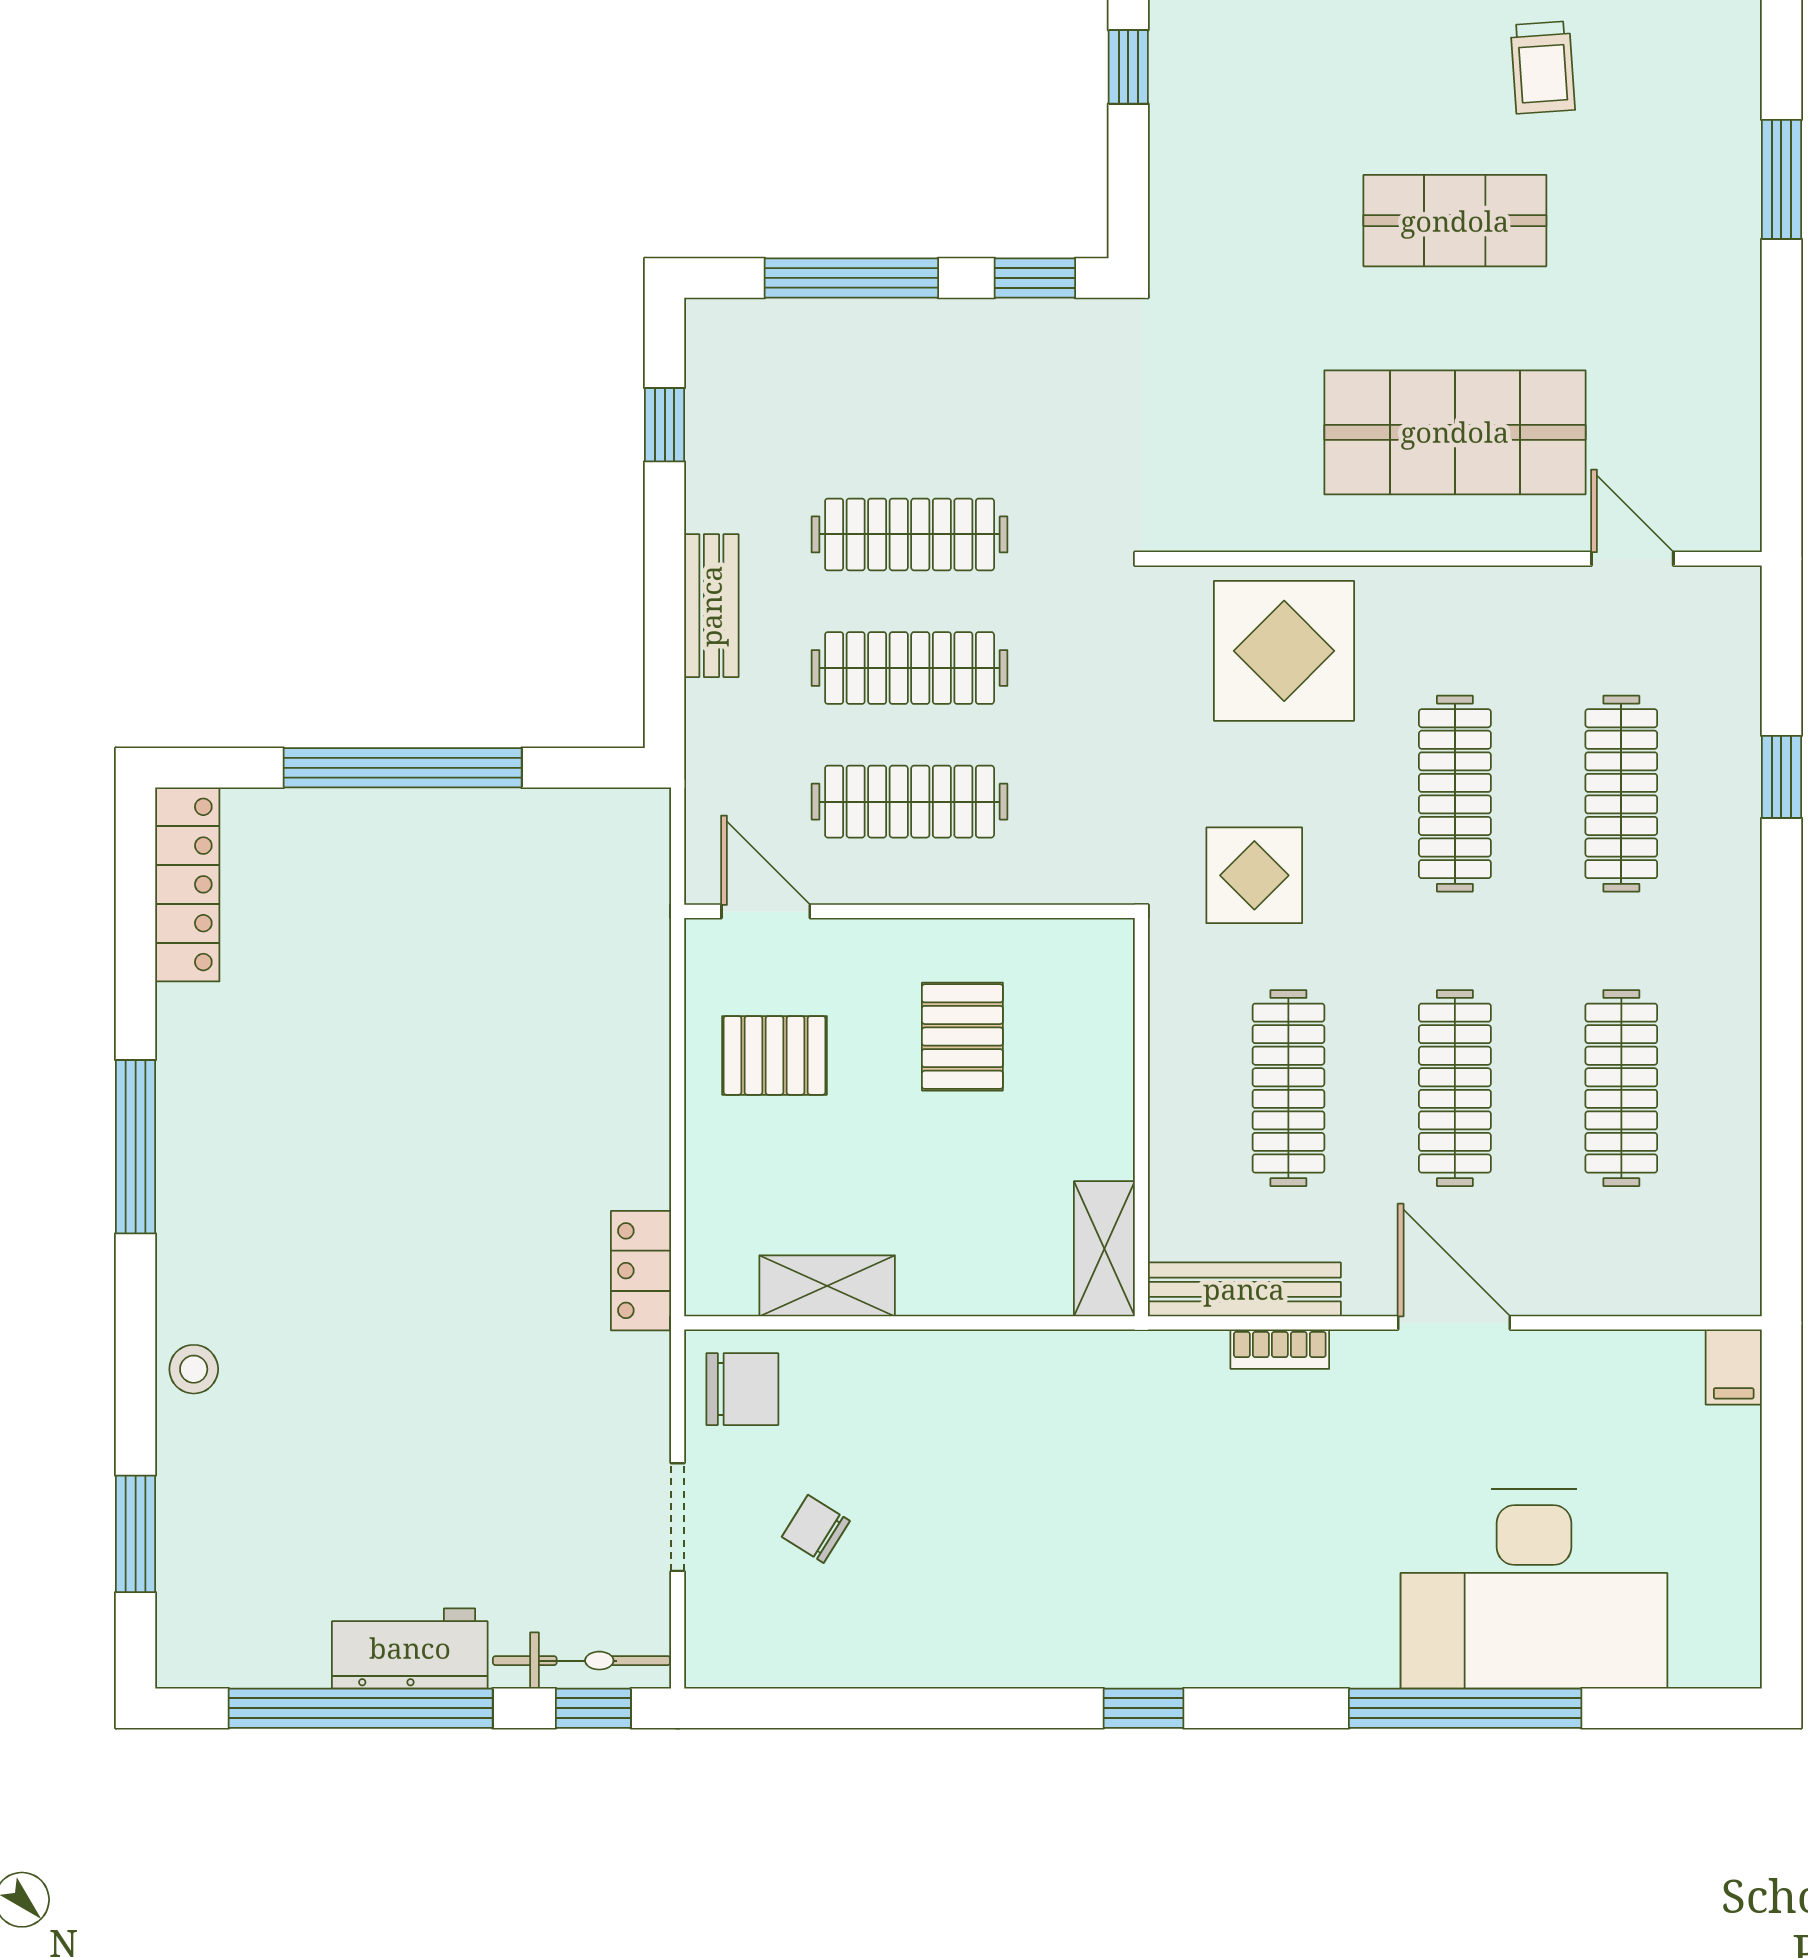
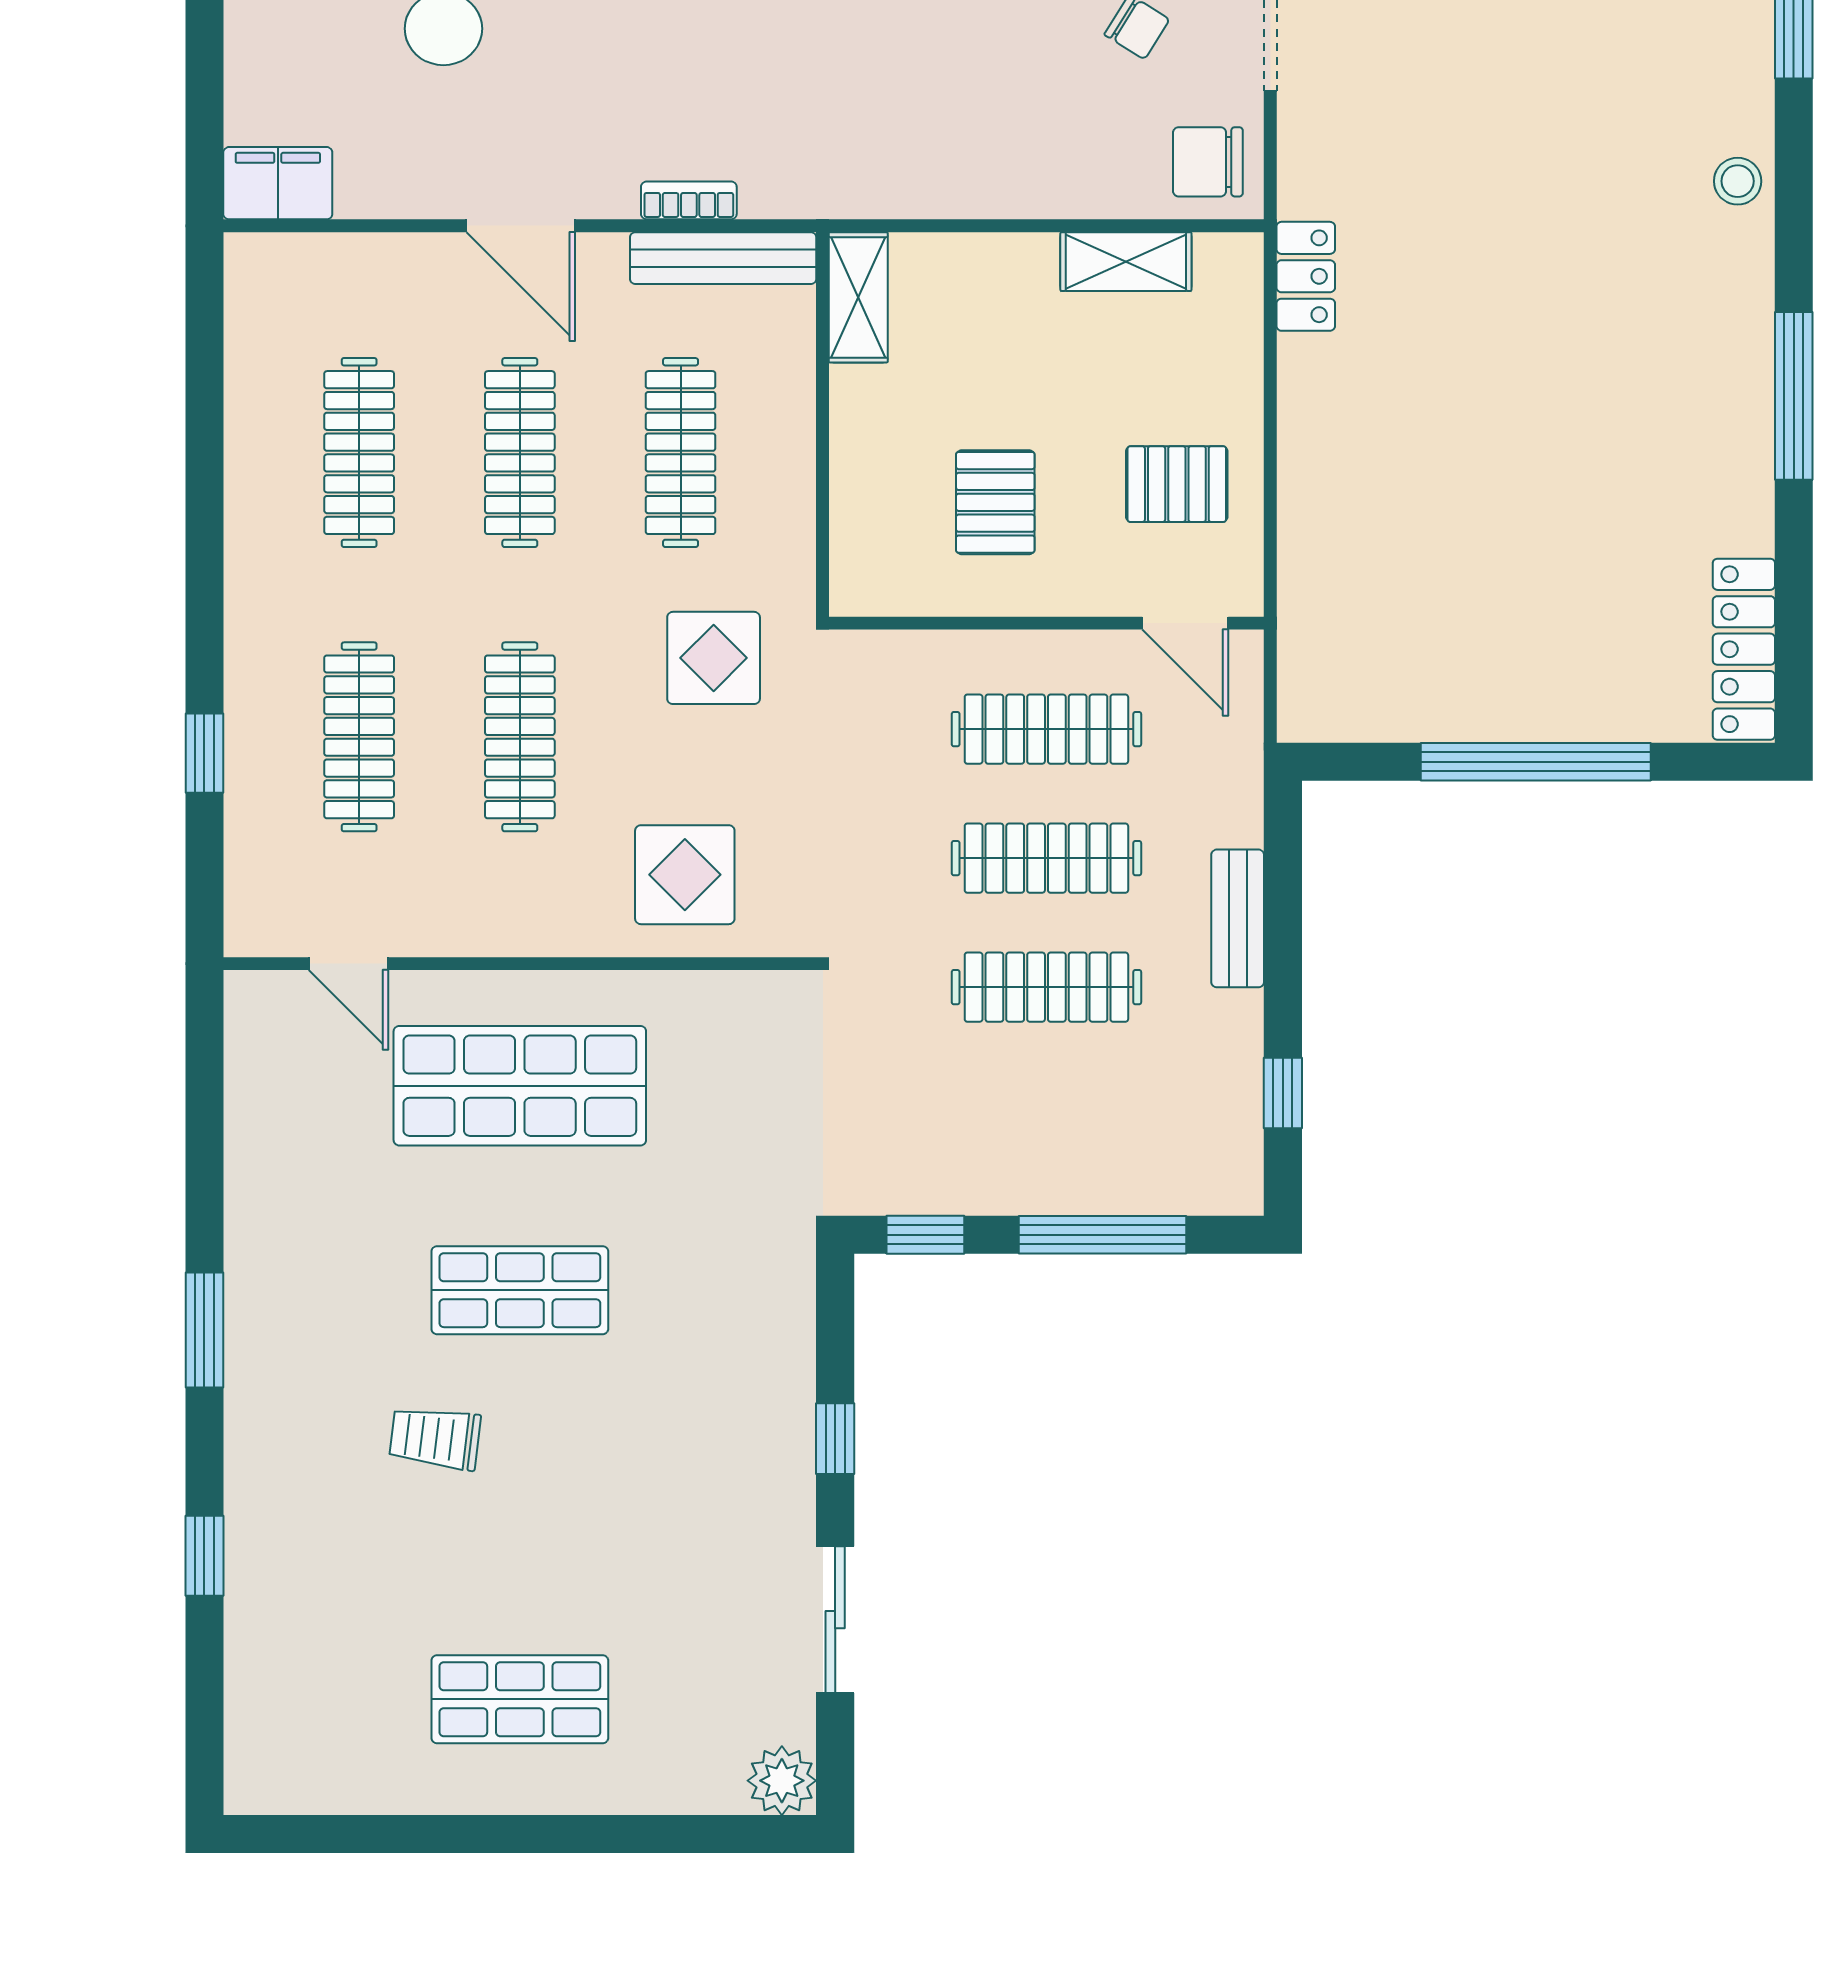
trolley: (1543, 67) -> (435, 1438), turned -79
display table: (1284, 651) -> (685, 875), width x0.73, depth x0.73
filing cabinet: (1734, 1367) -> (278, 183), width x2.00

